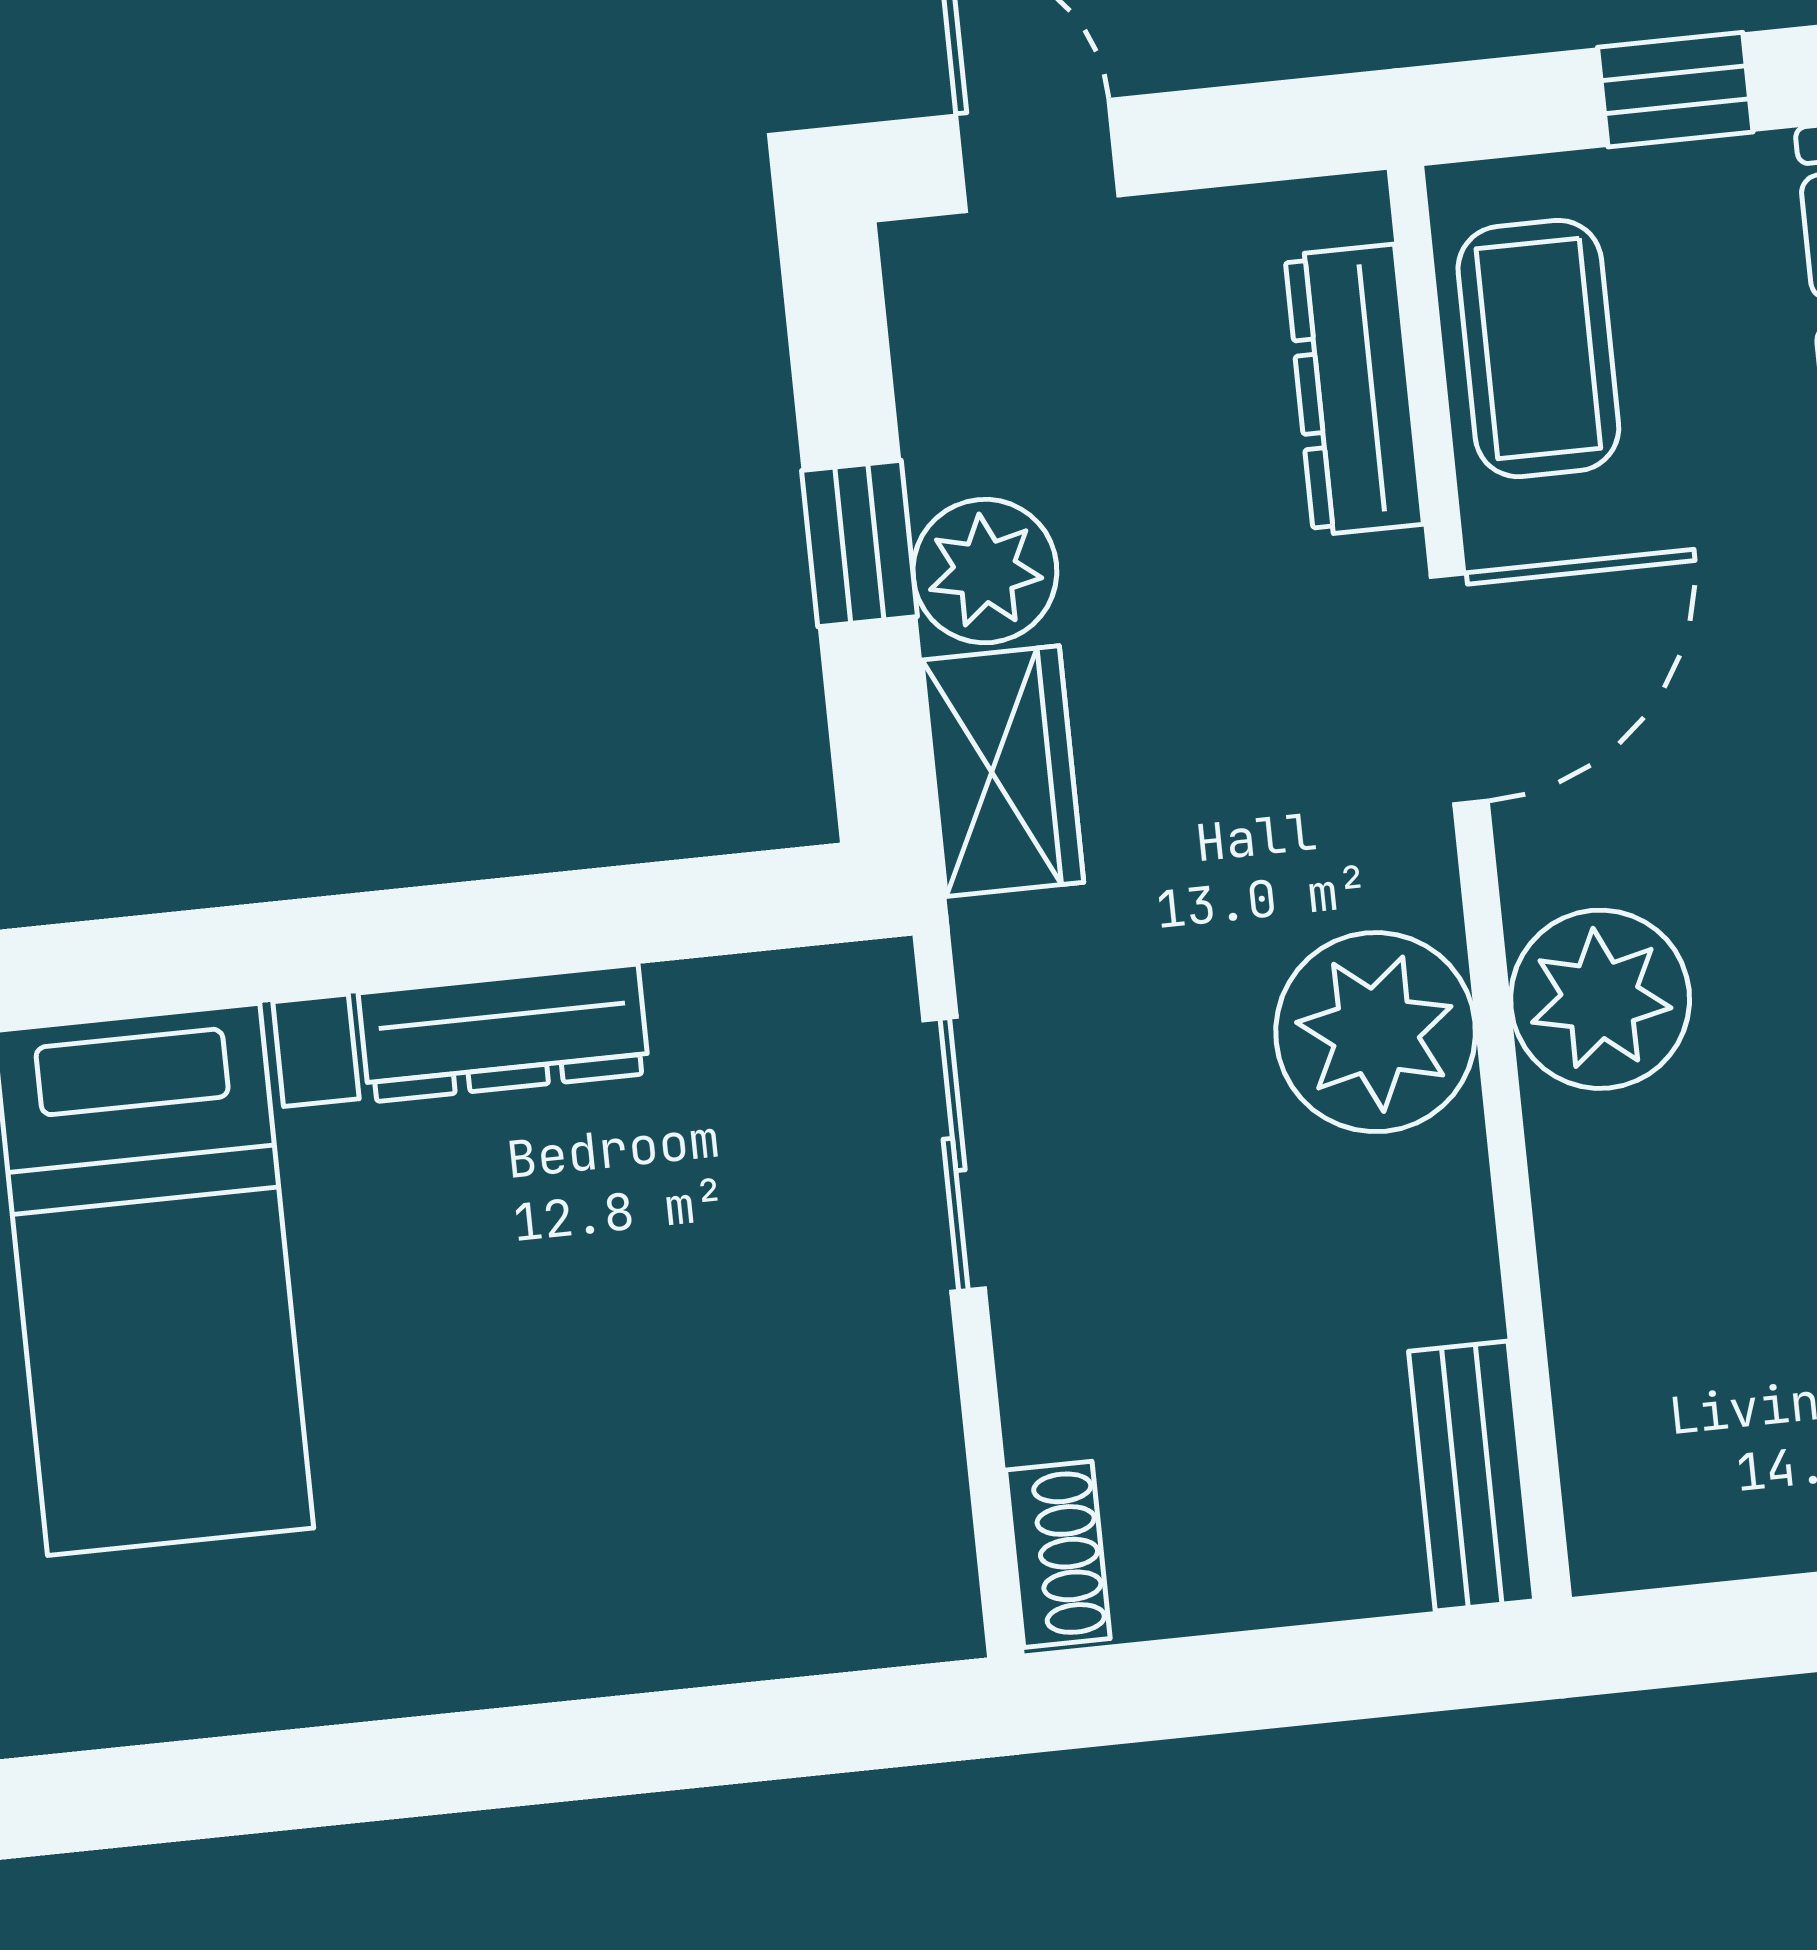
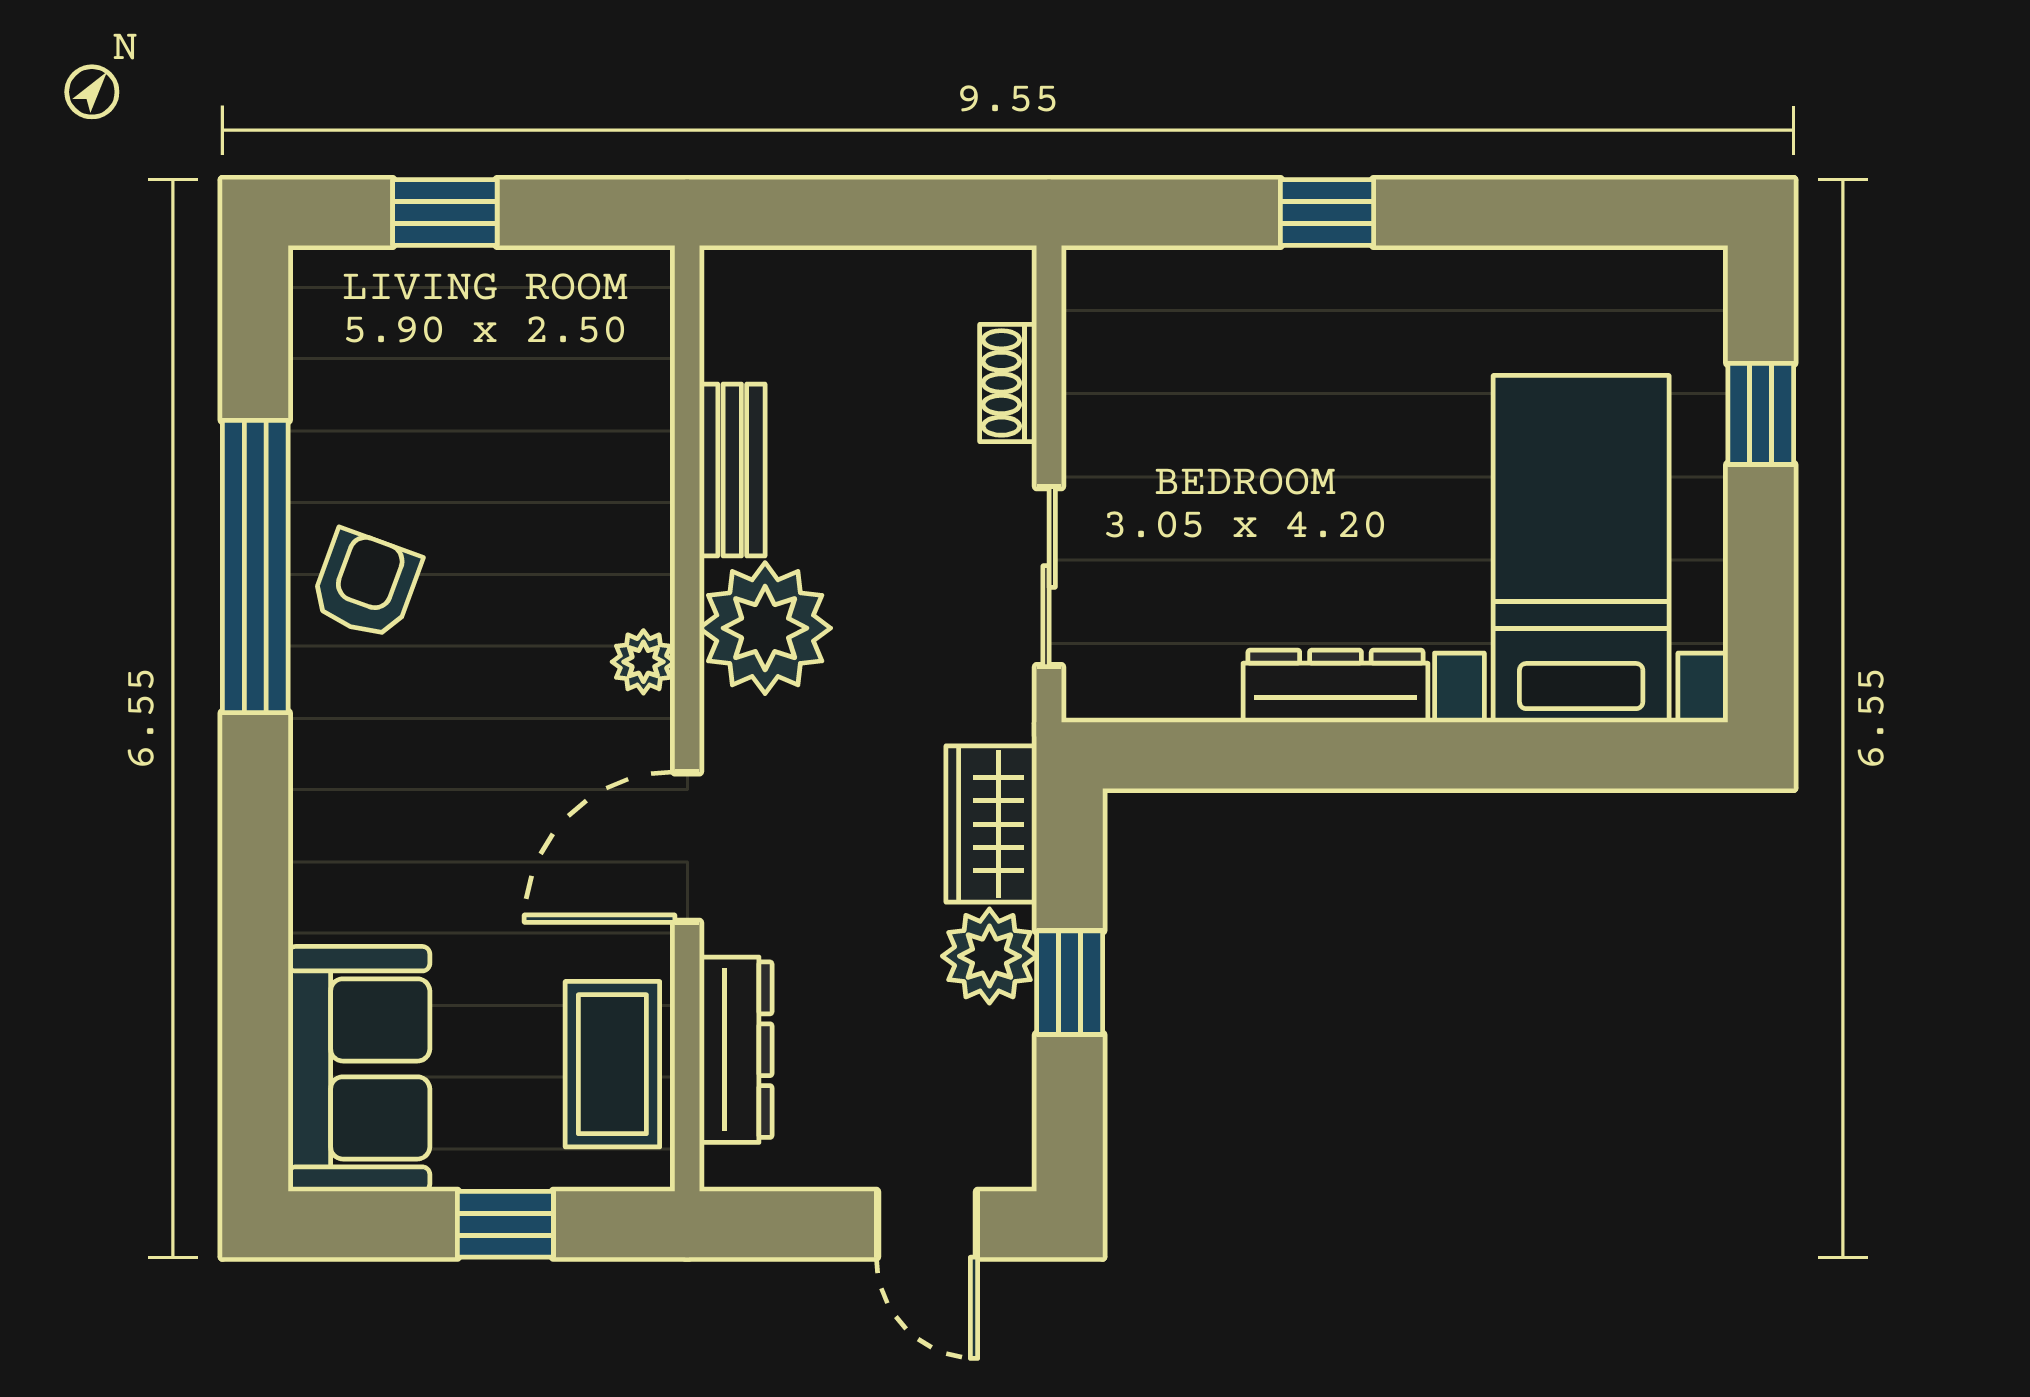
plant: (1600, 999) -> (643, 662), width x0.53, depth x0.53
bench: (1472, 1476) -> (732, 470), moved
shoe rack: (1058, 1554) -> (1008, 383), moved
window: (590, 1749) -> (1327, 212), added

